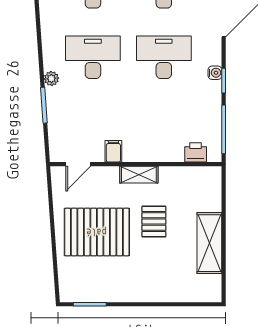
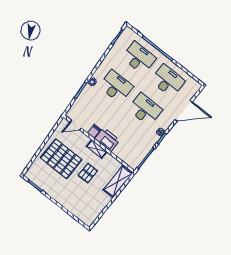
printer: (196, 152) -> (107, 140), moved, width x1.87, depth x1.48
shelving: (209, 243) -> (118, 182), moved

